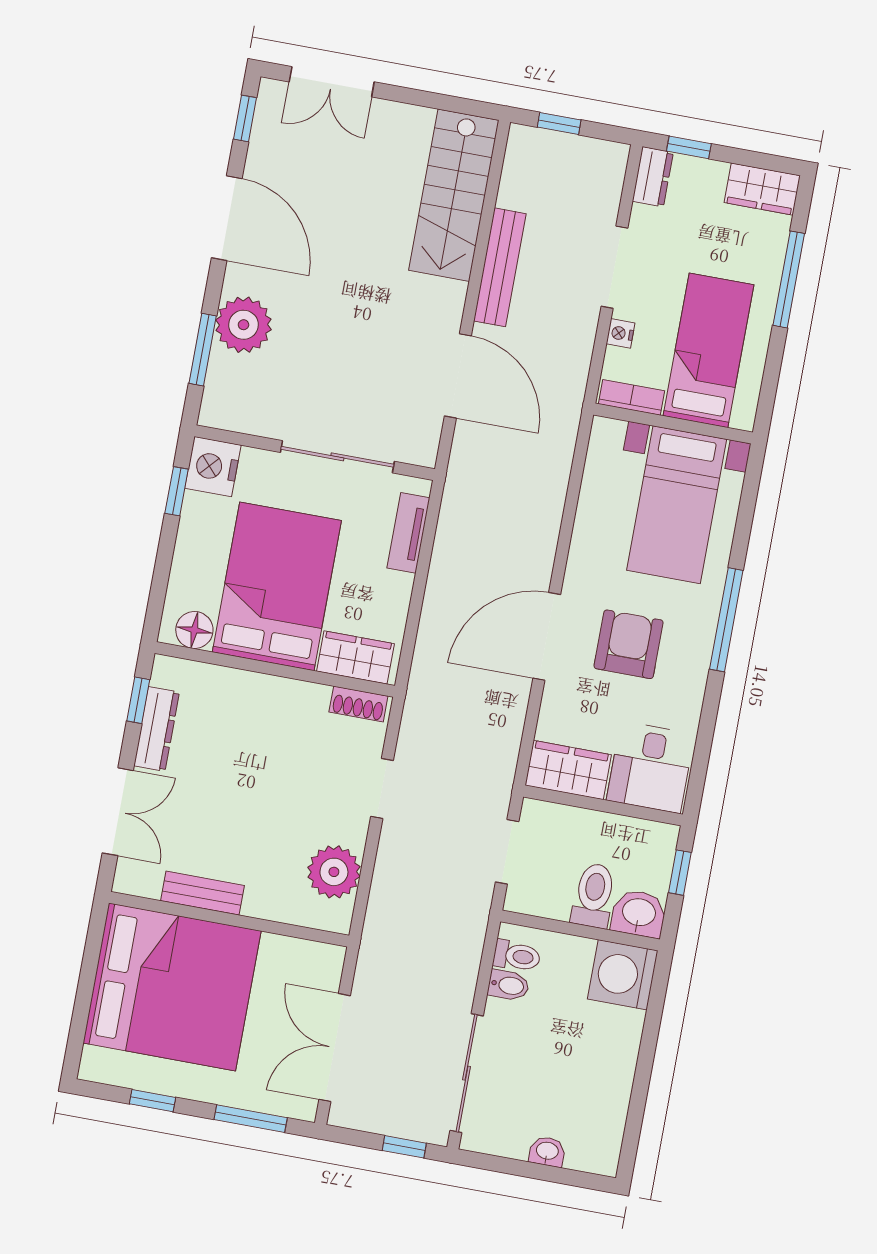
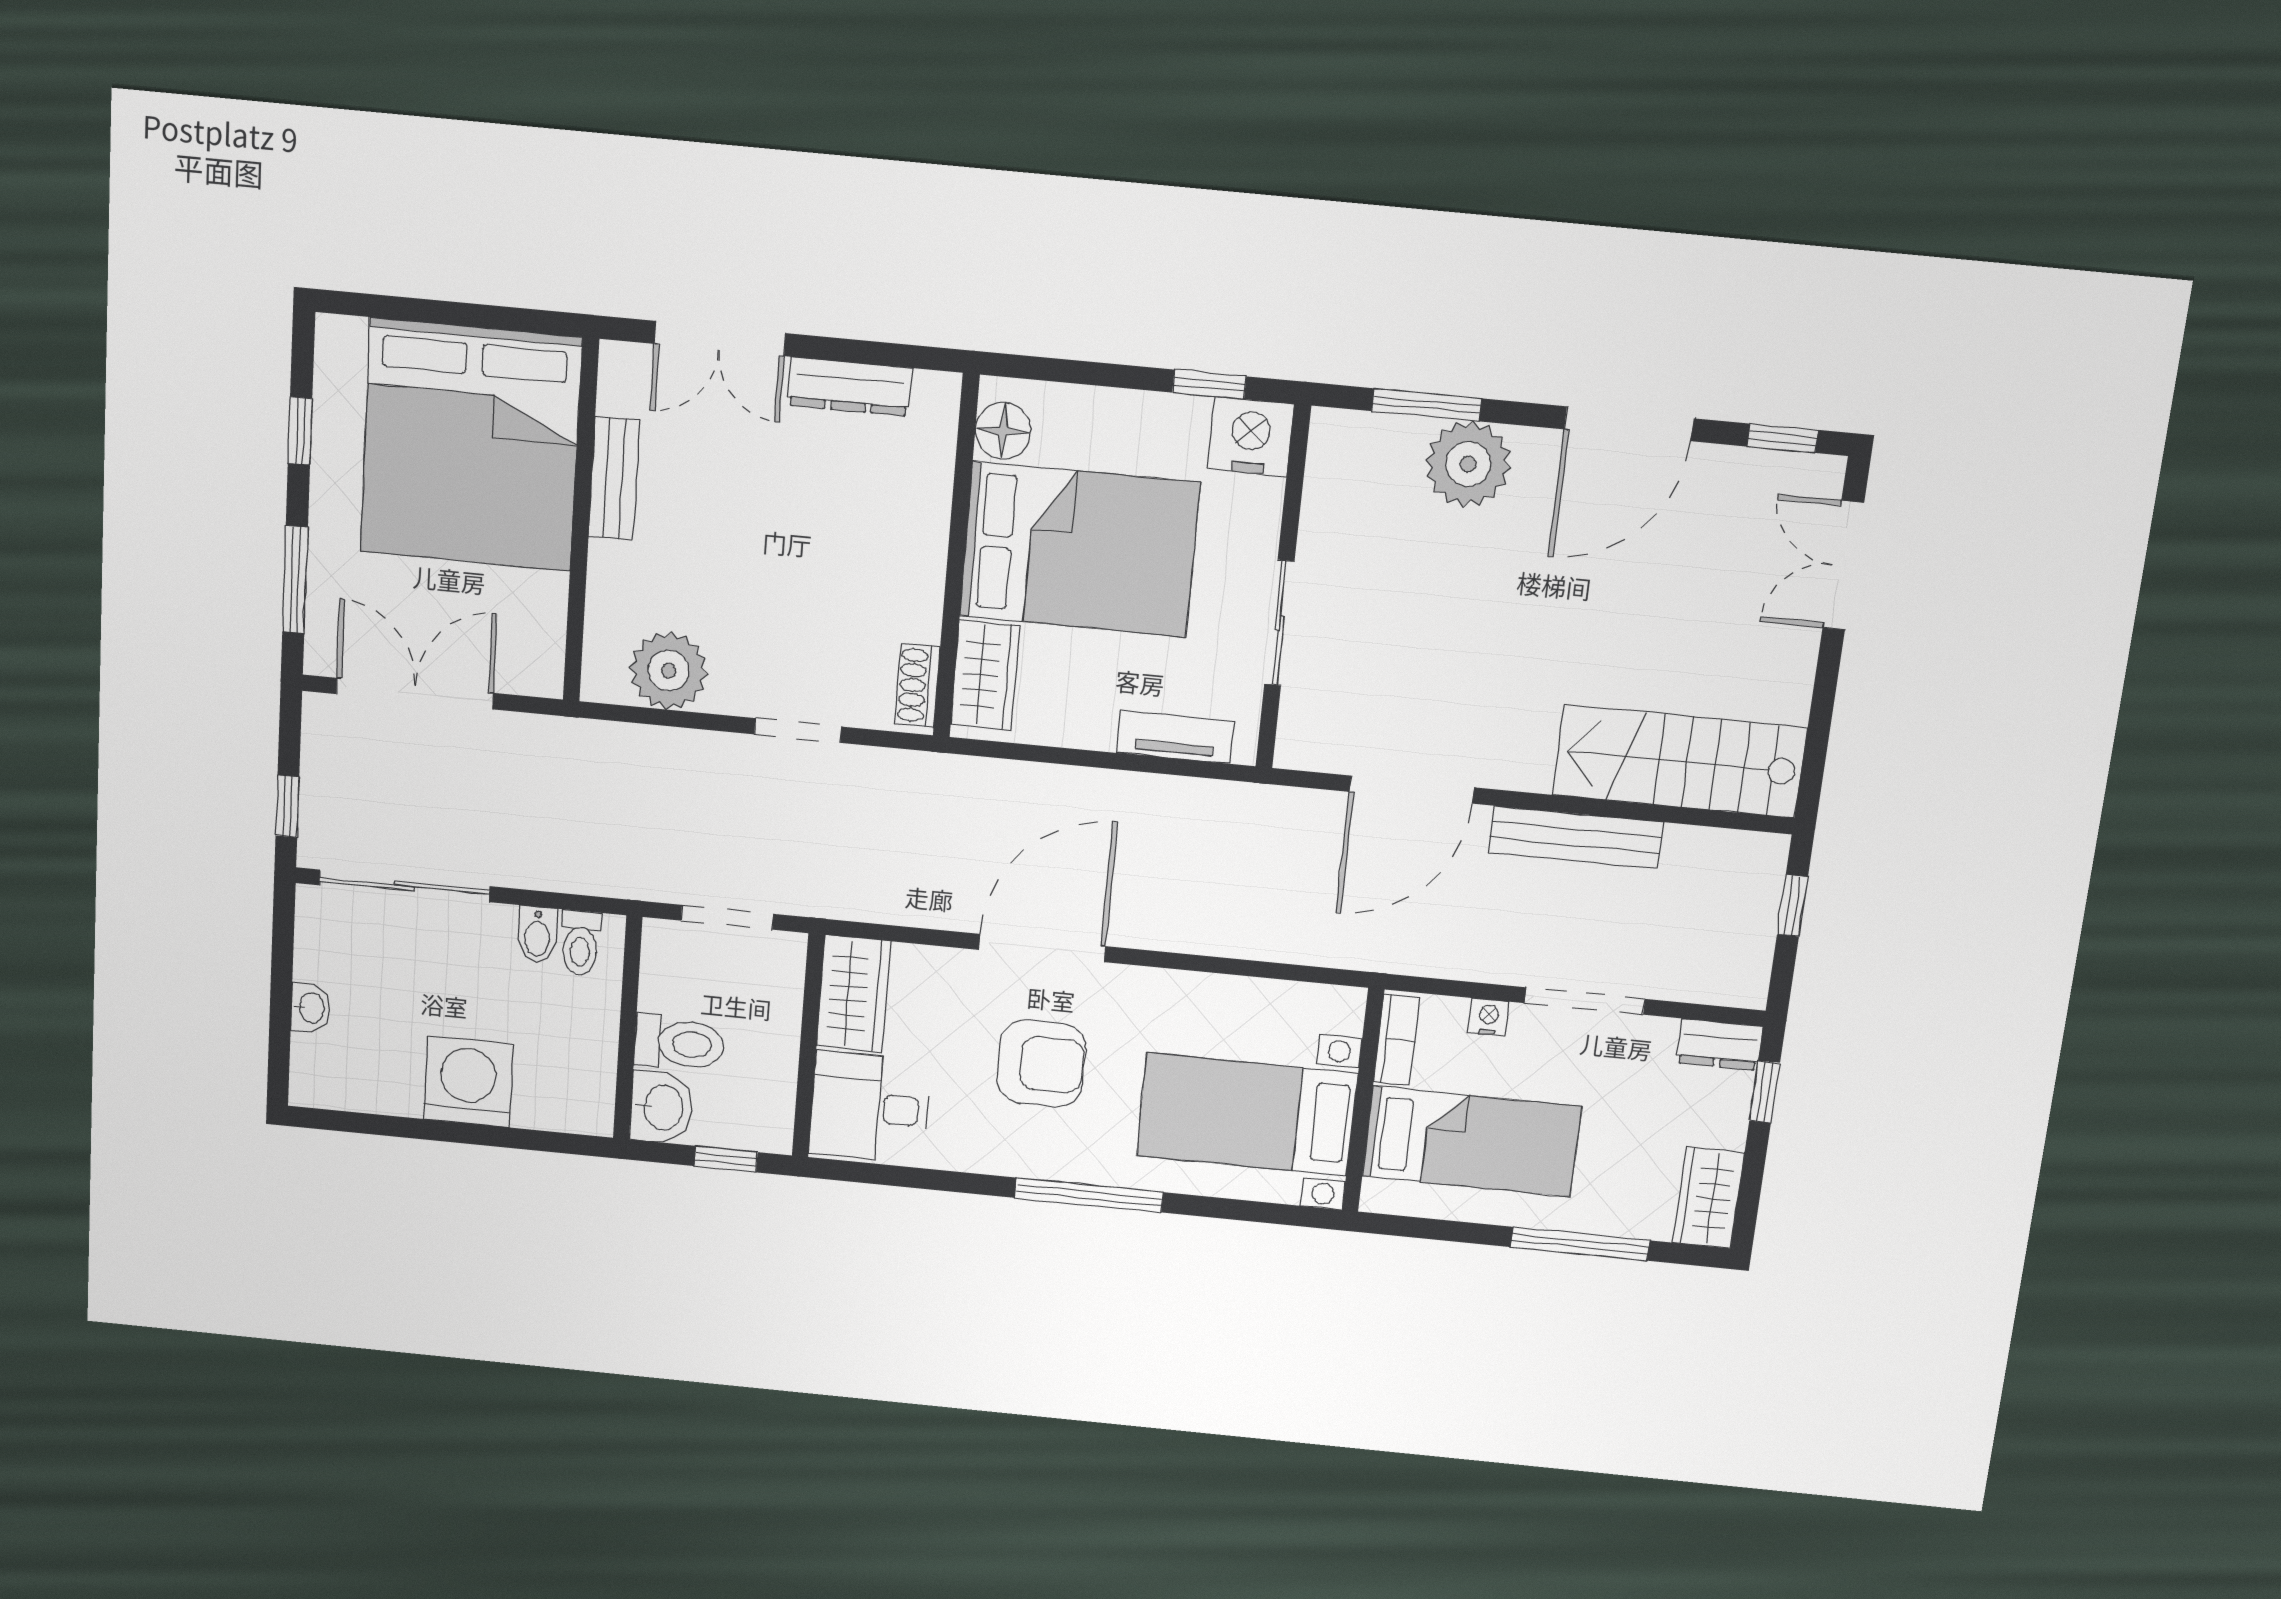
sliding door: (337, 457) -> (1279, 623), width x0.73
door: (547, 636) -> (1042, 948), hinge flipped
window: (138, 700) -> (889, 354), removed
washing machine: (623, 975) -> (468, 1082), moved

